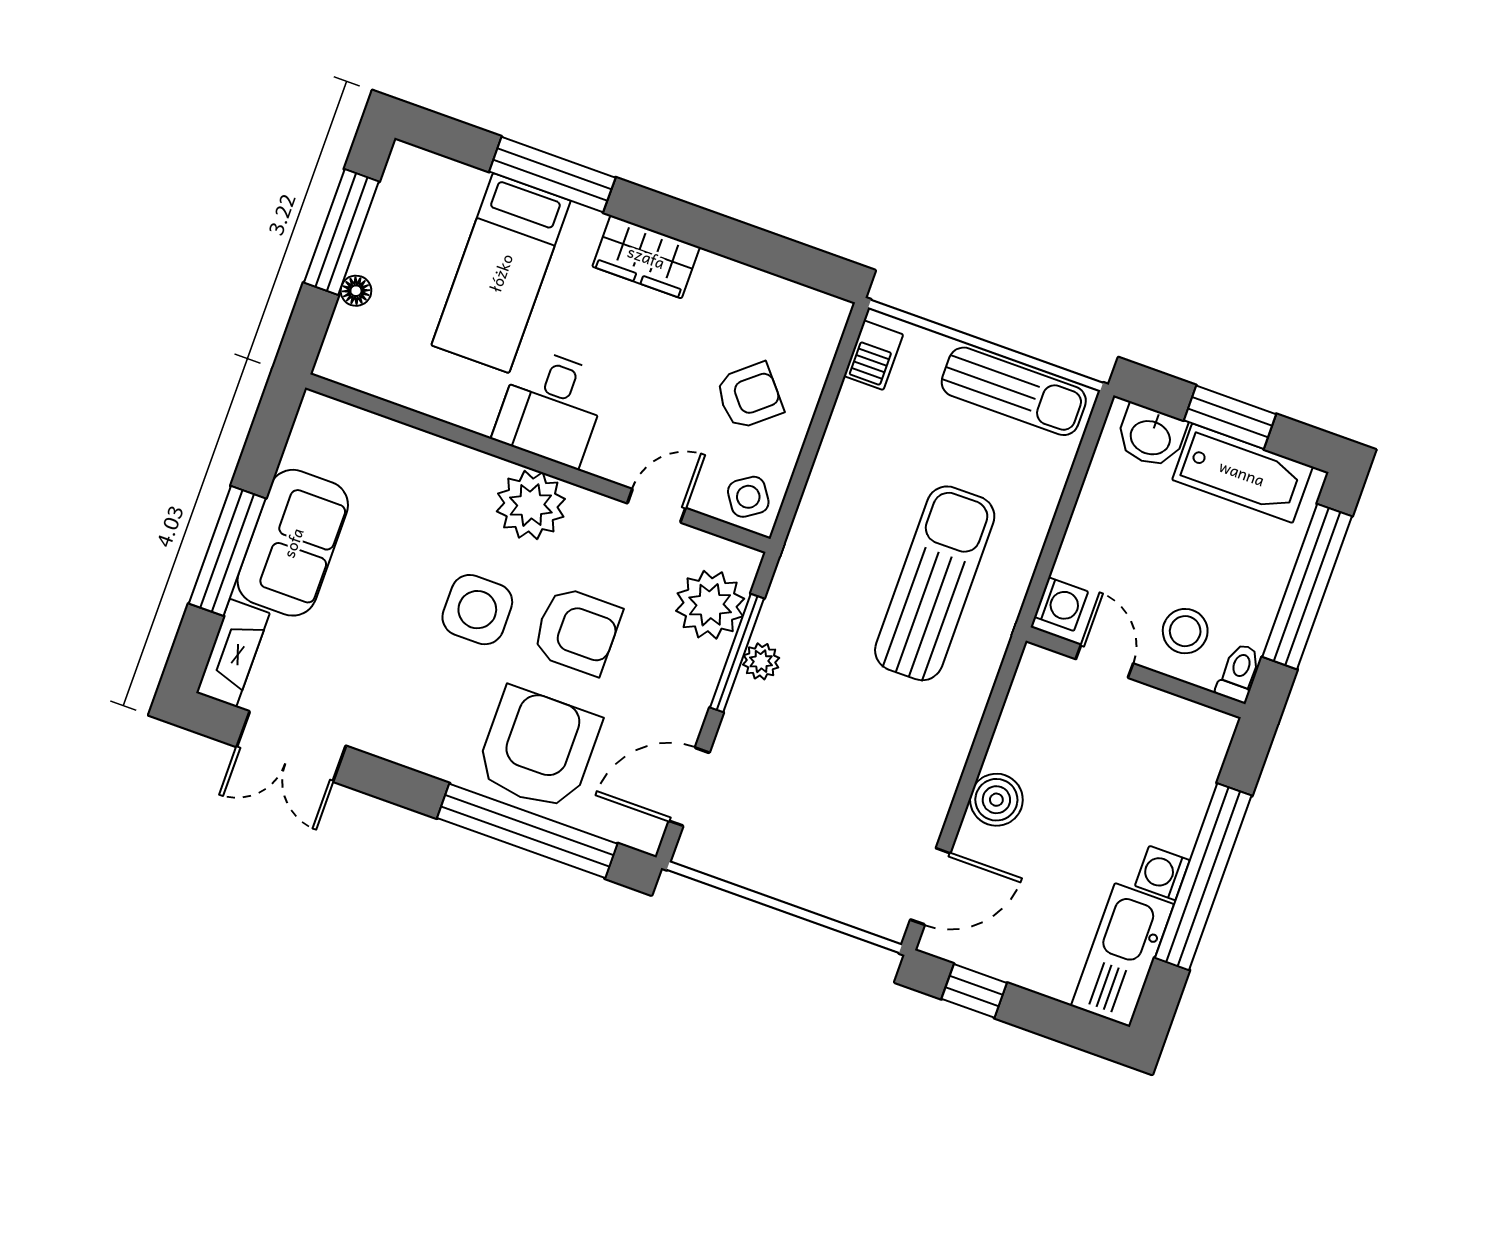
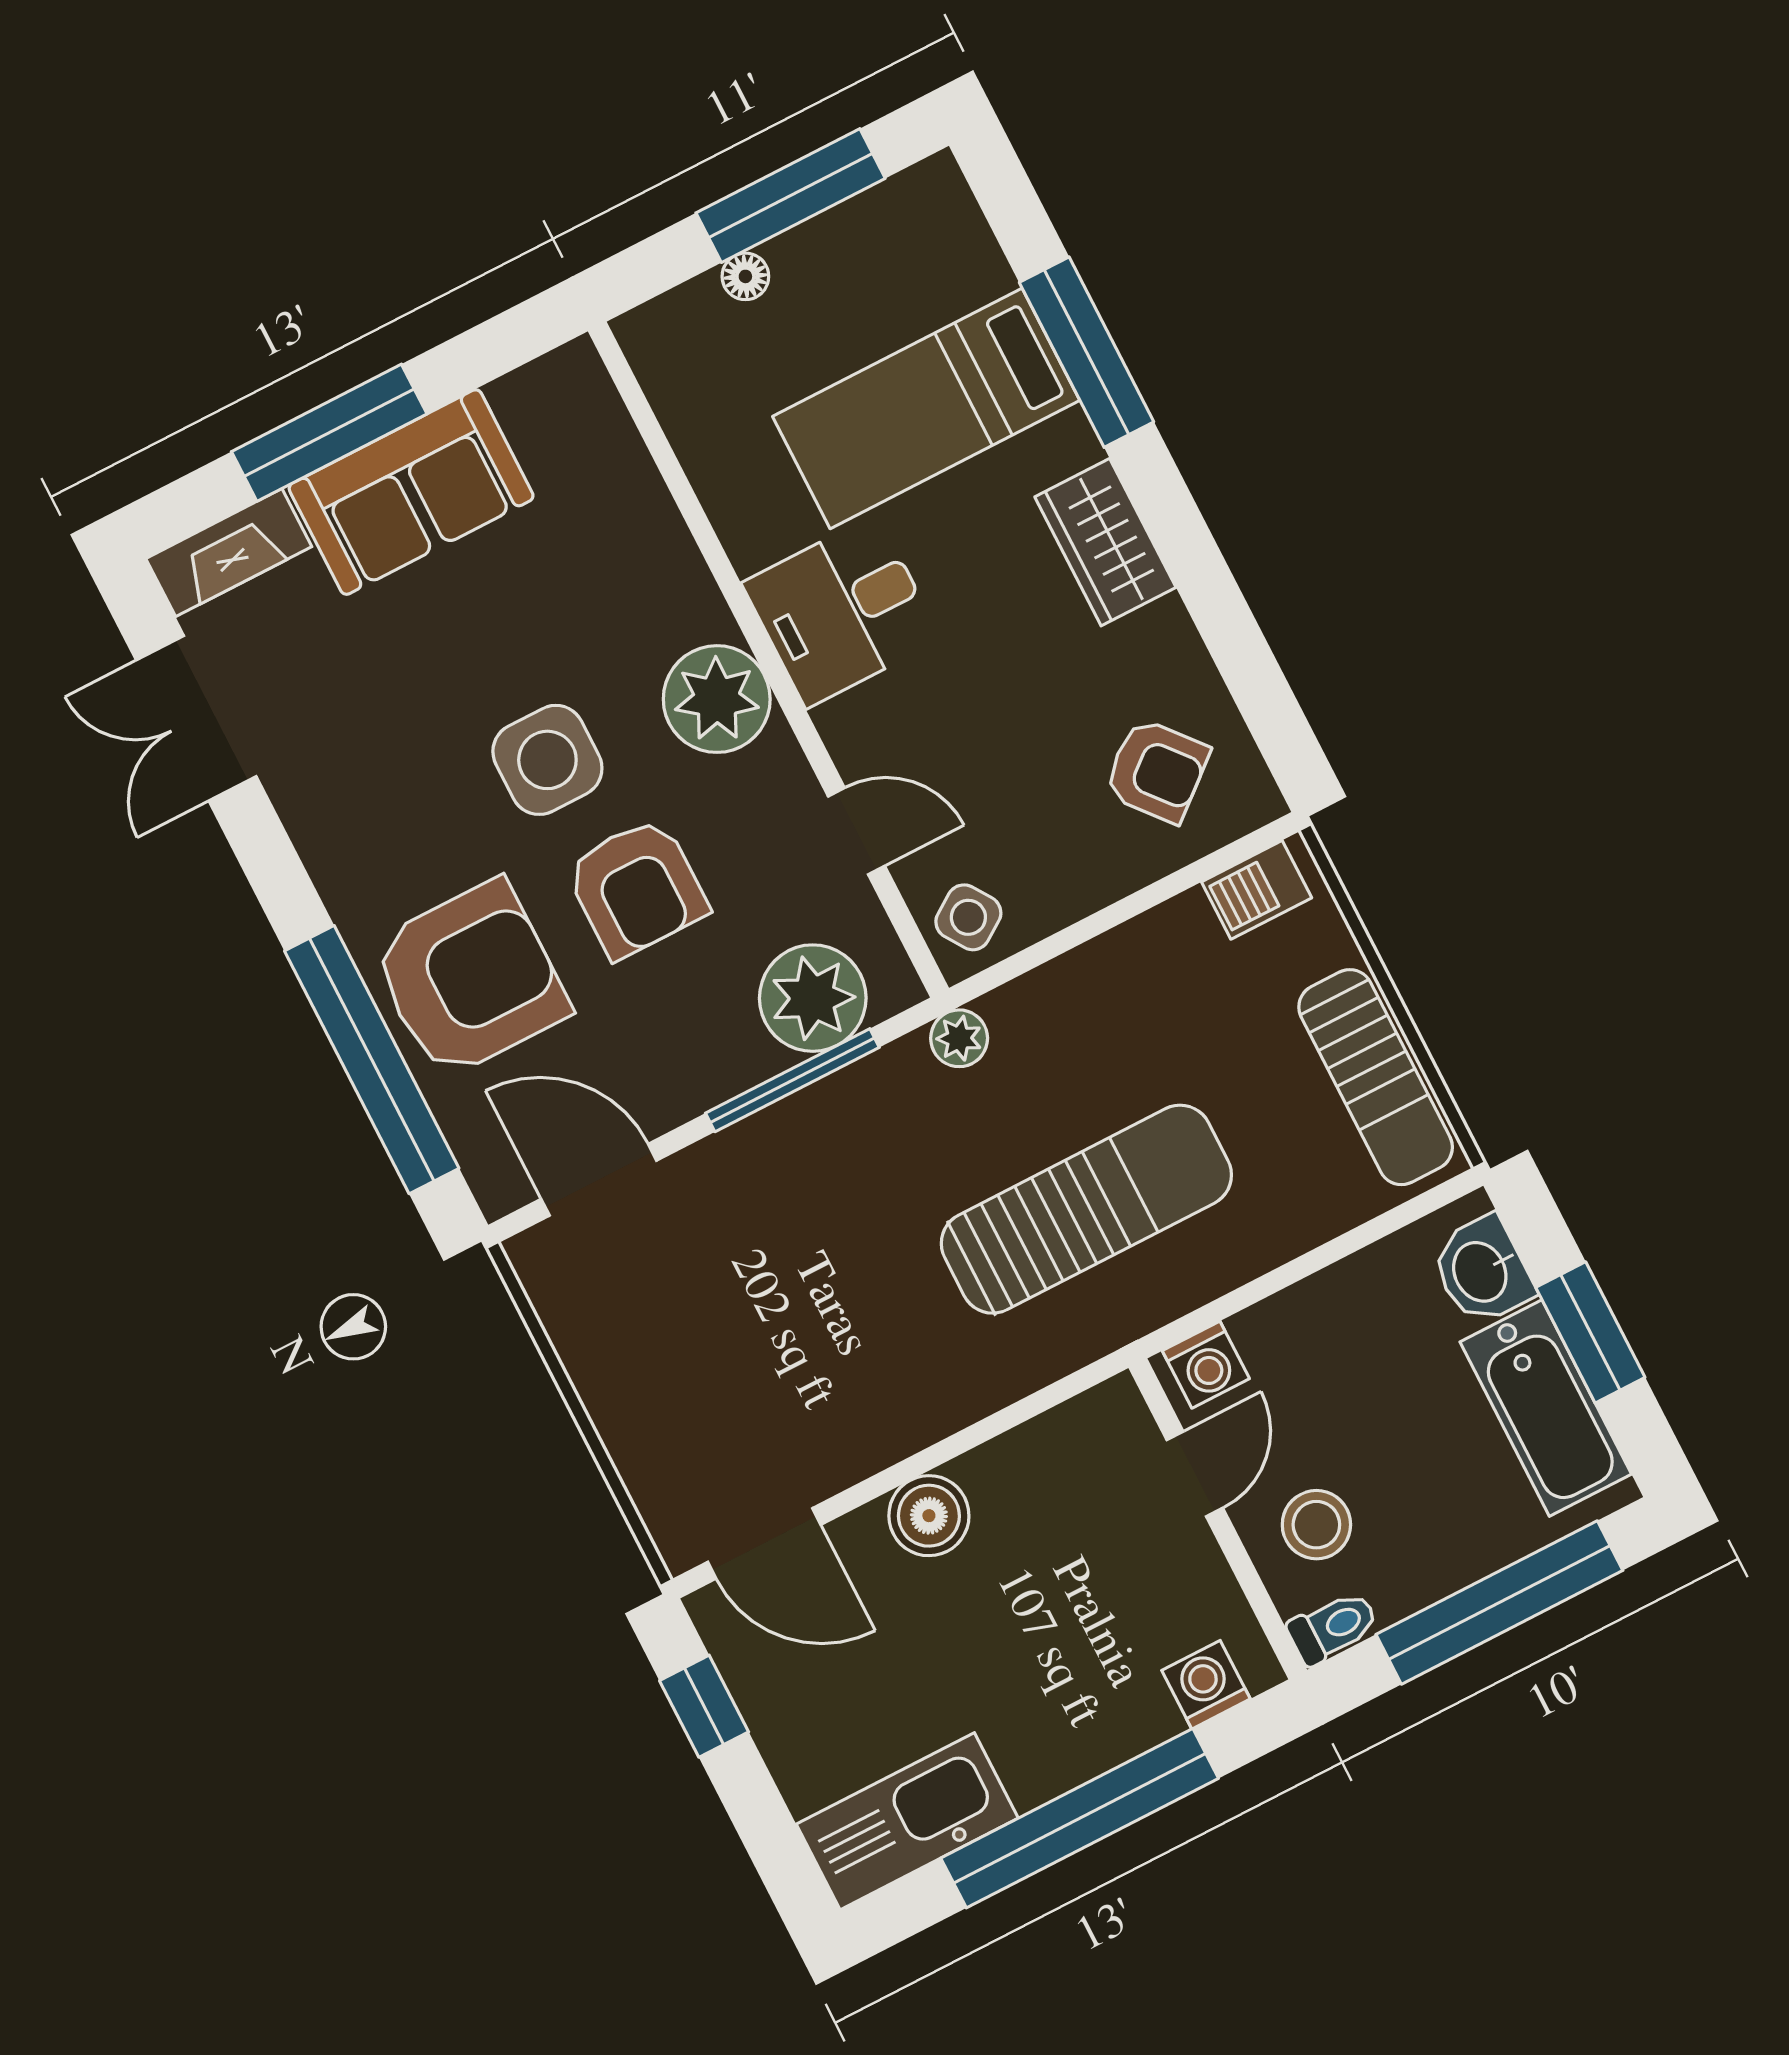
armchair: (749, 396) -> (1157, 771), moved
plant: (761, 661) -> (959, 1038), moved
washing machine: (1162, 873) -> (1206, 1685), moved

